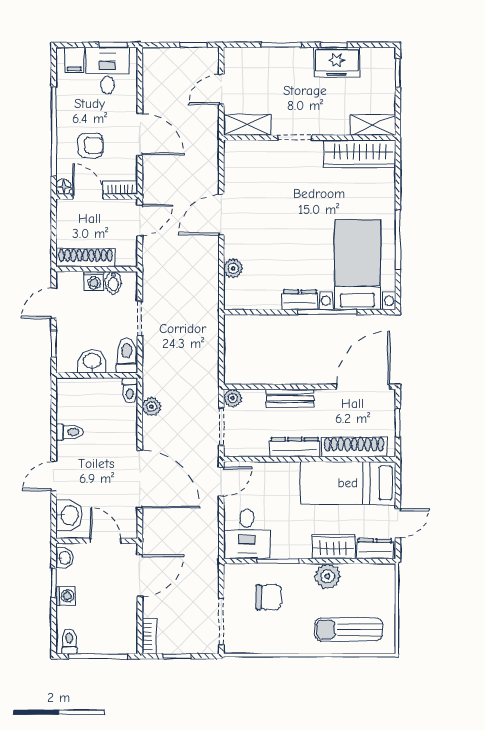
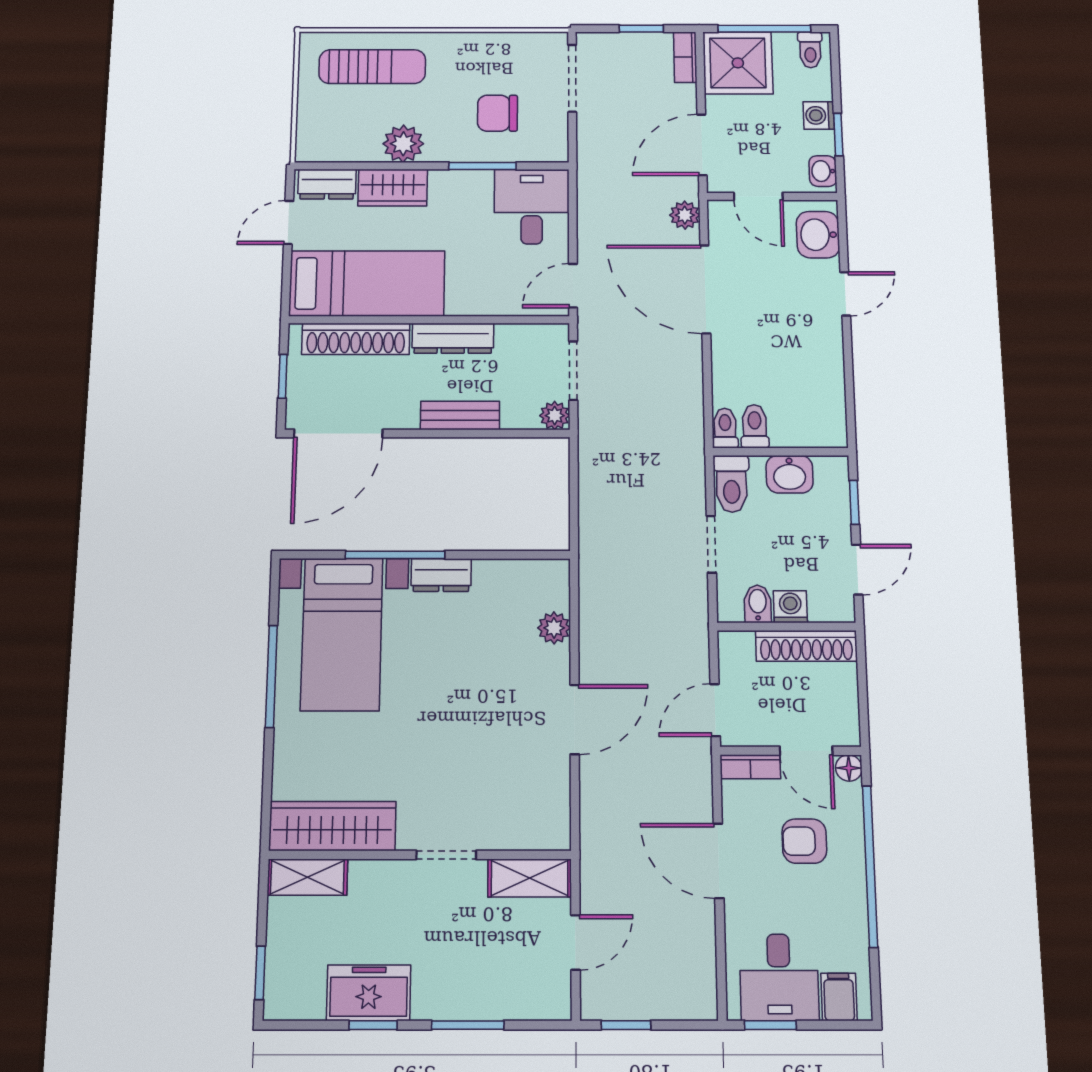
plant: (151, 407) -> (685, 215), moved
toilet: (70, 432) -> (755, 426), moved, turned 90
shower: (116, 632) -> (738, 63), added

